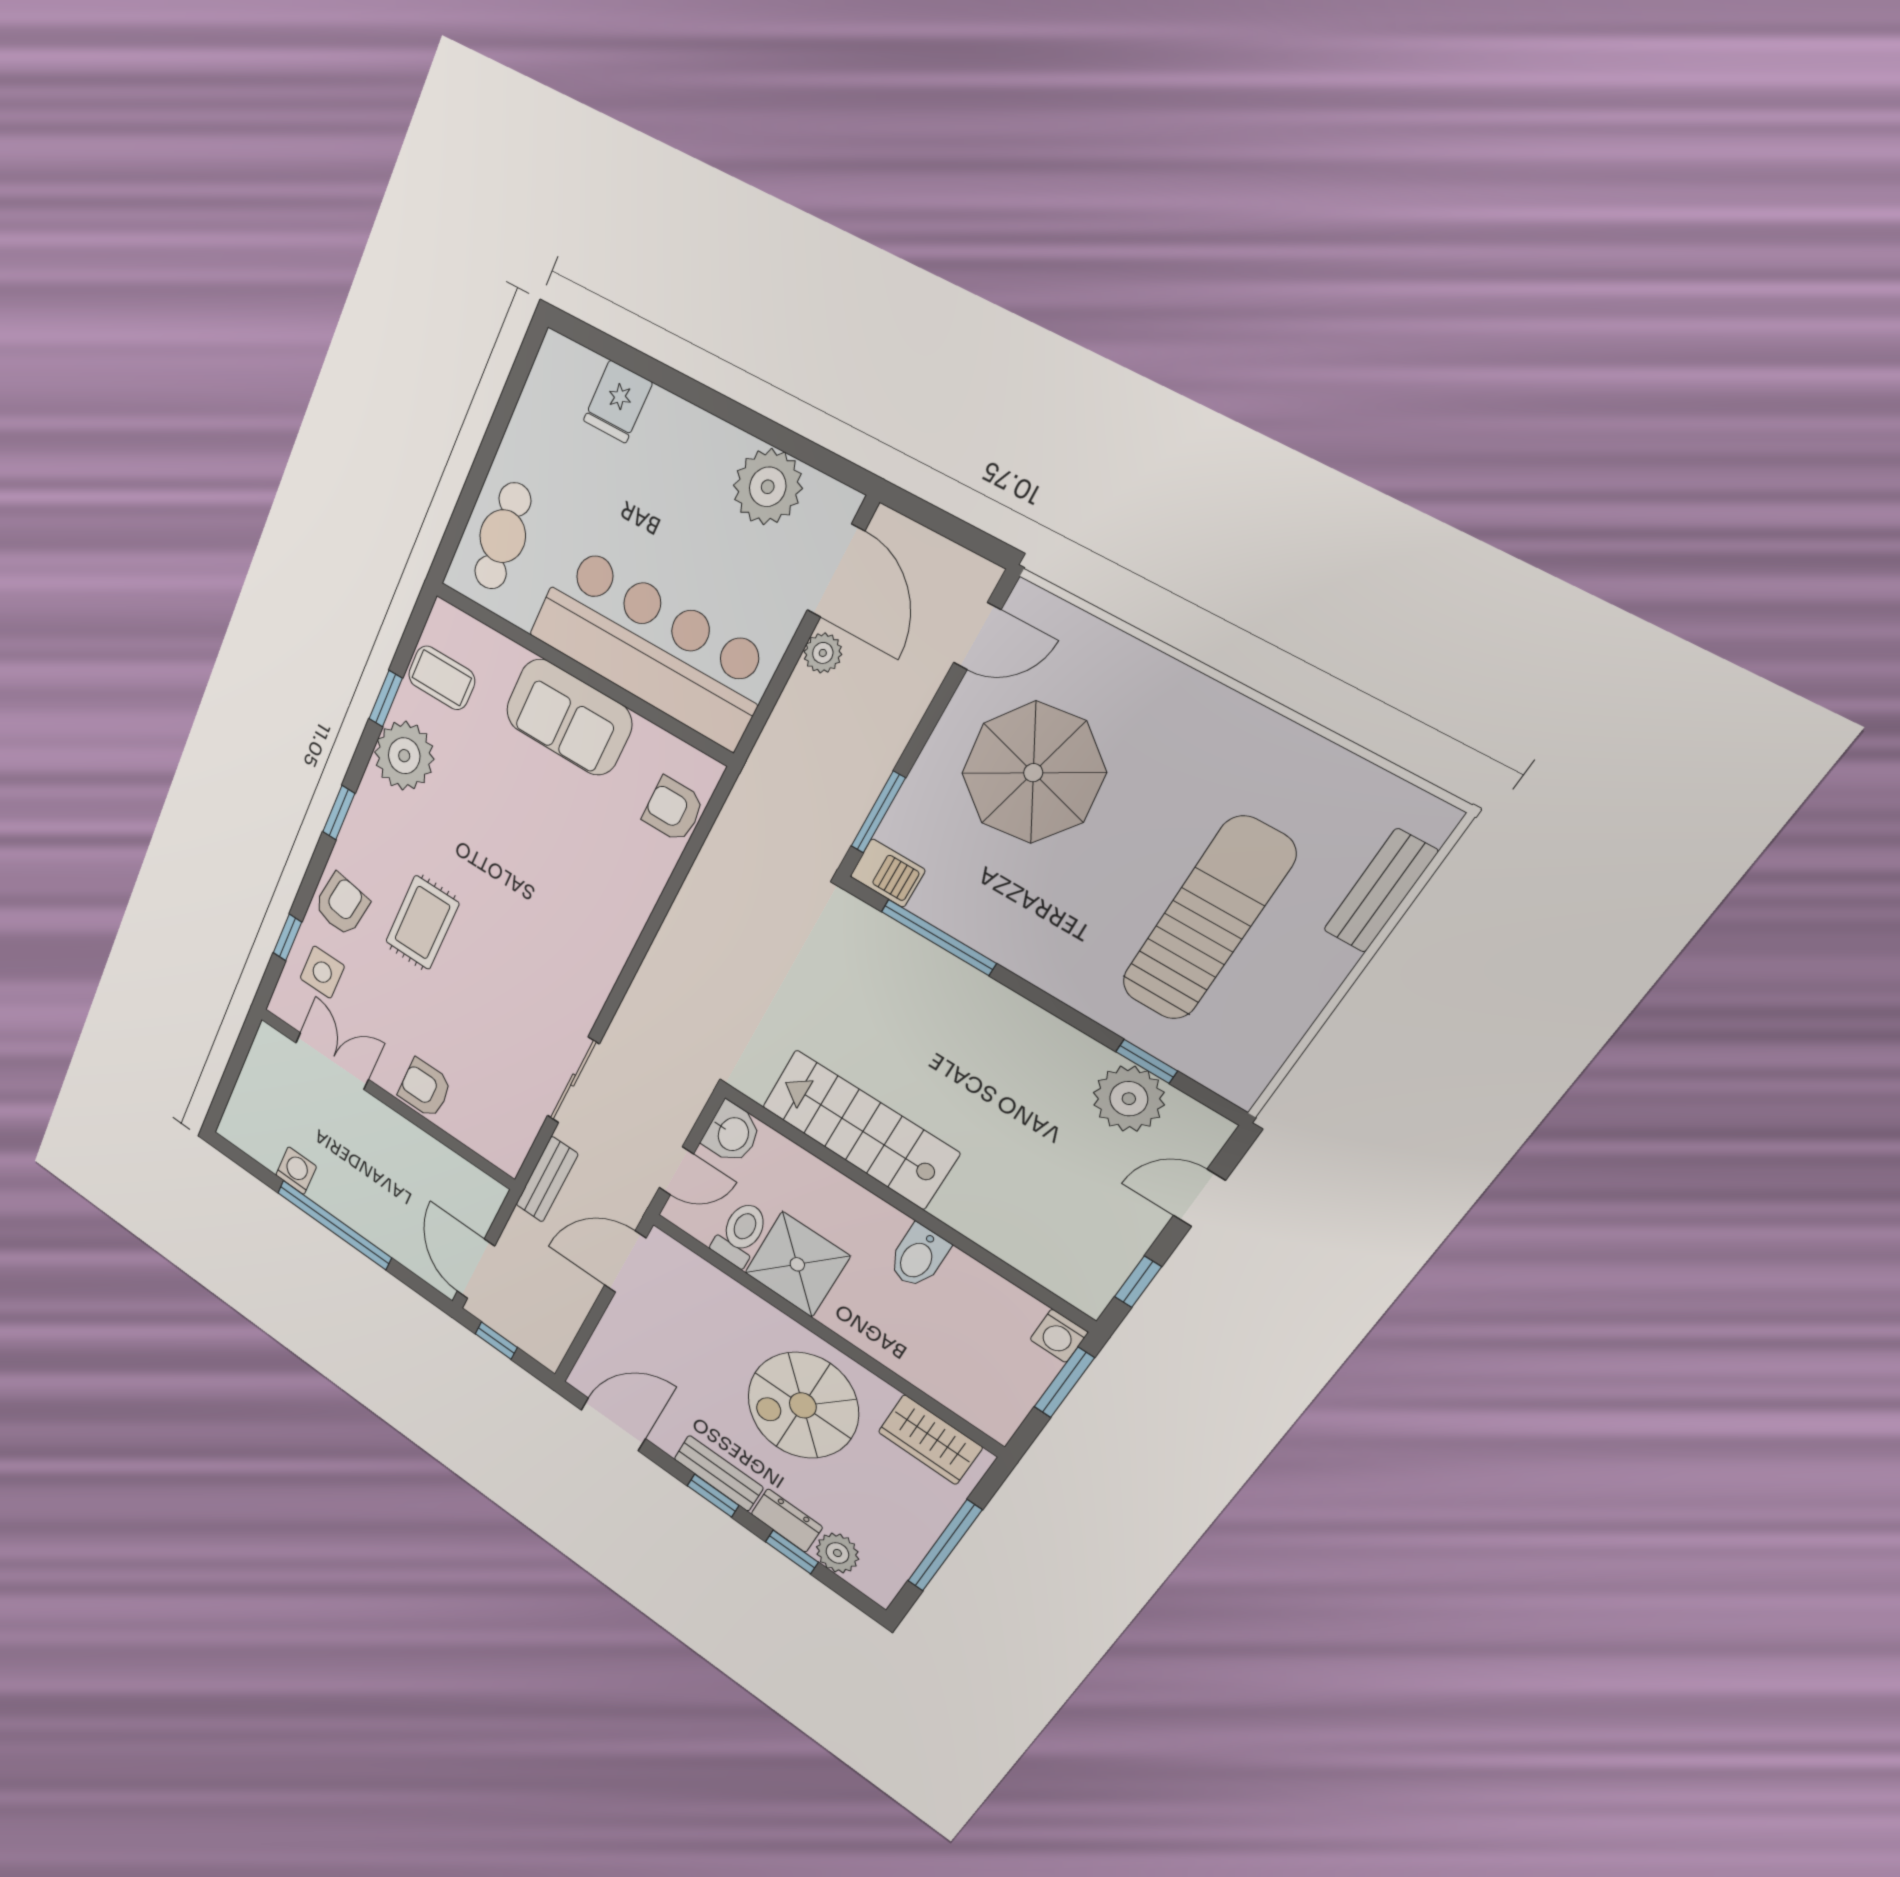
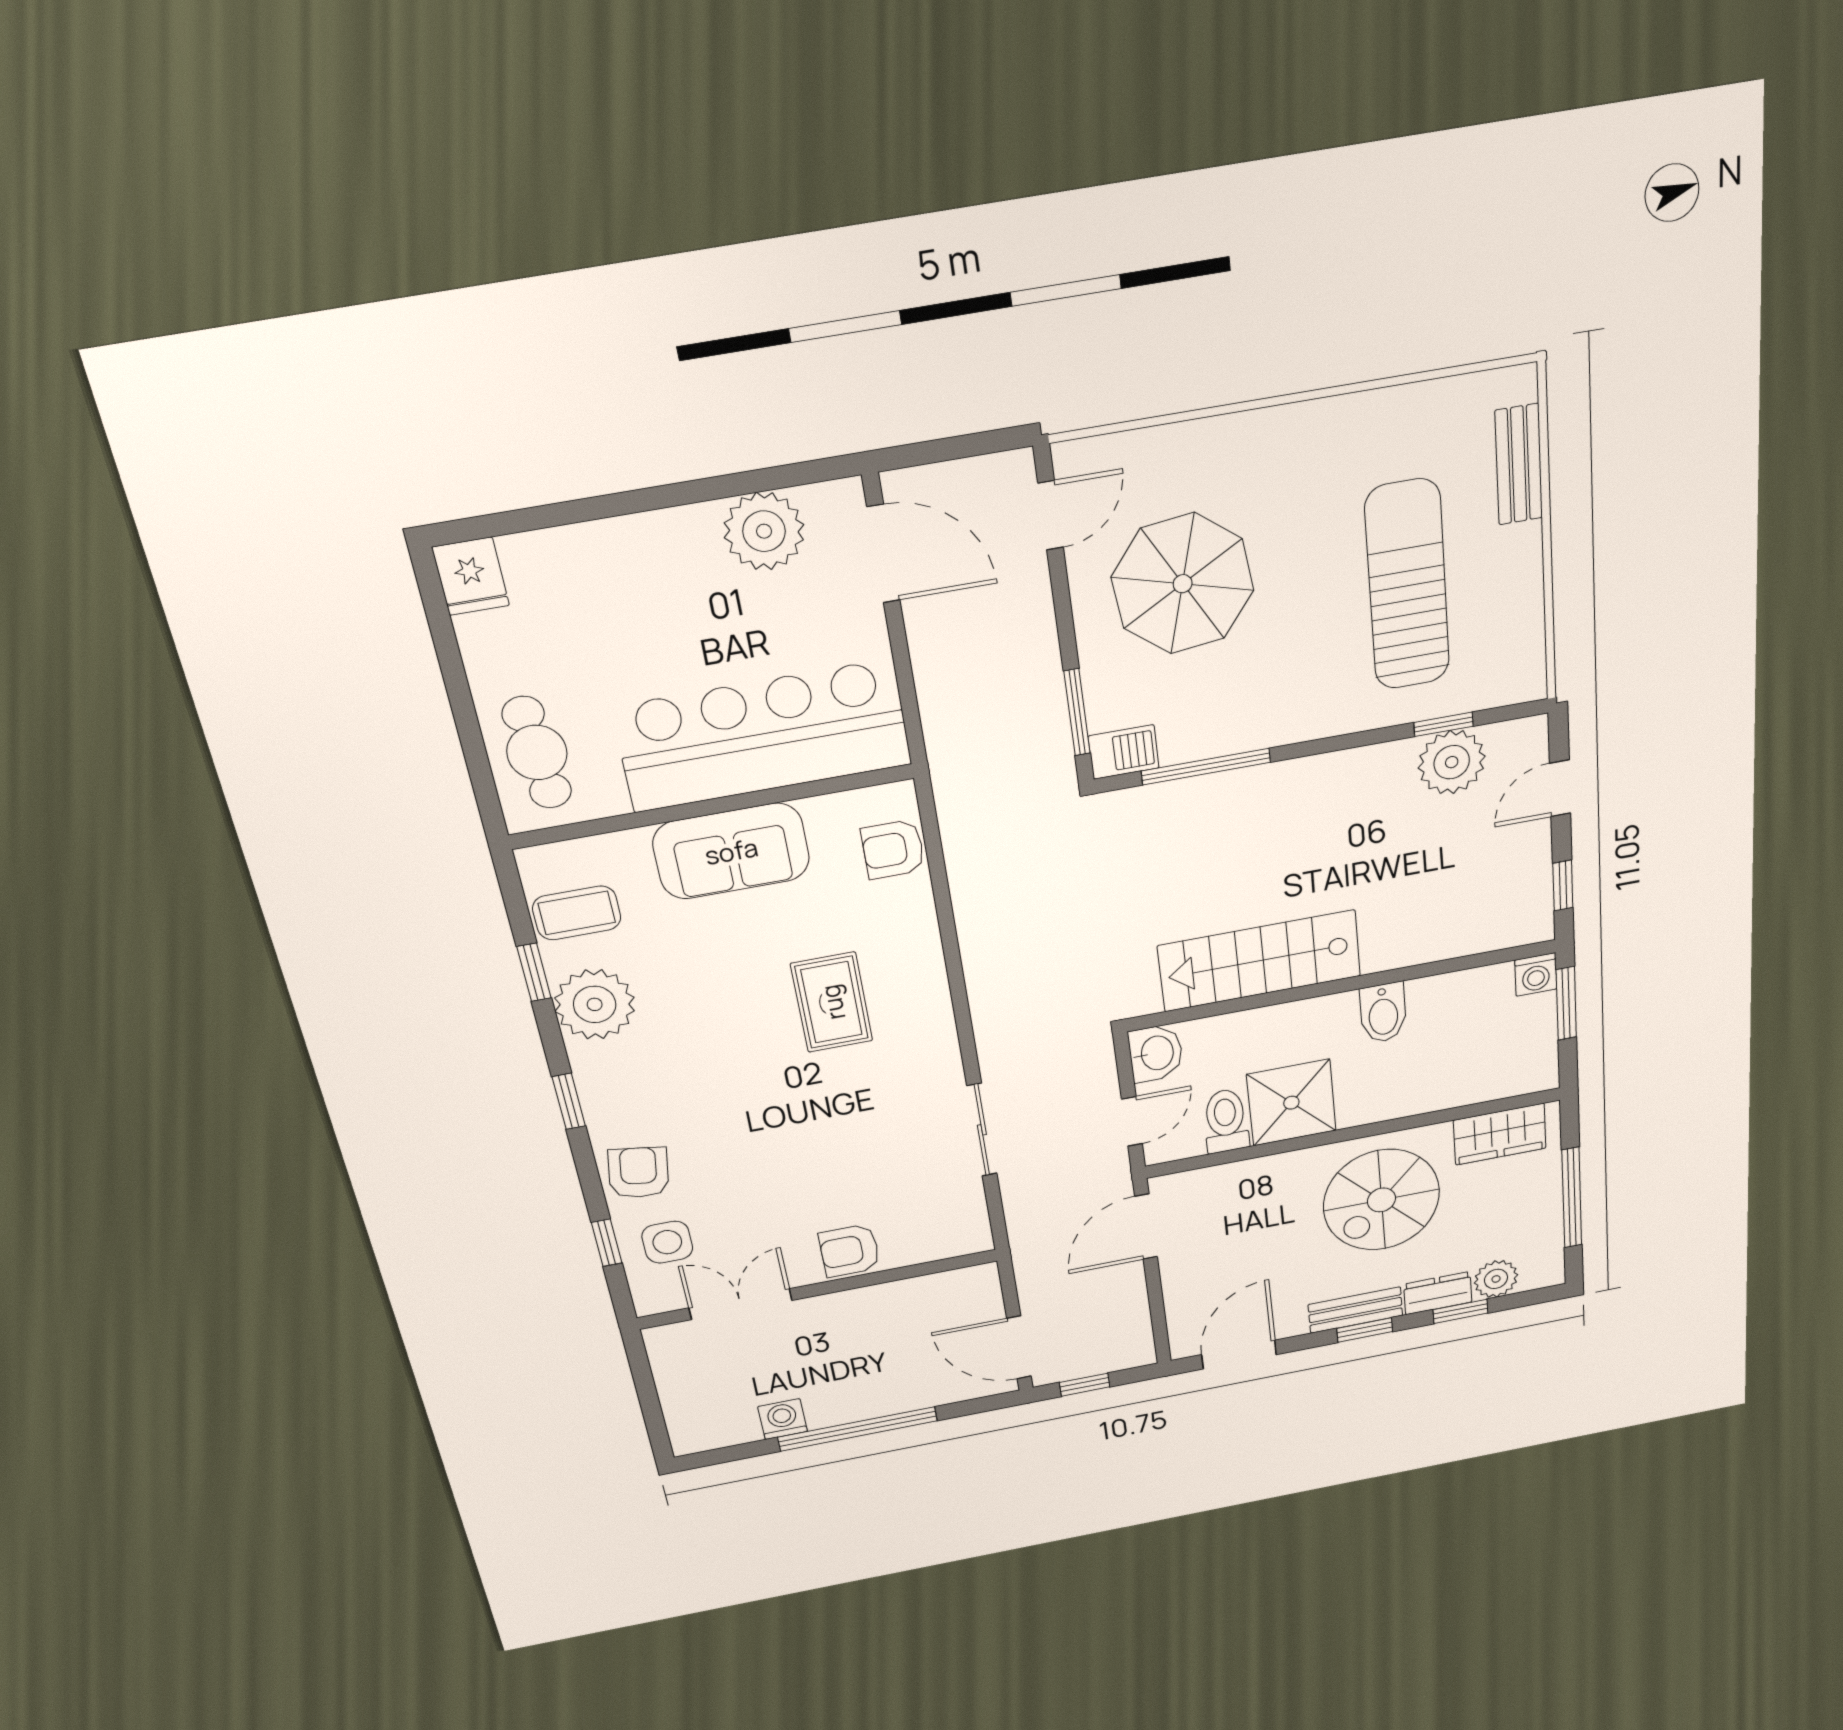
fridge: (618, 402) -> (471, 576), moved
plant: (823, 653) -> (926, 626), removed
rug: (422, 923) -> (832, 1002), moved
bench: (547, 1179) -> (1024, 1225), removed

